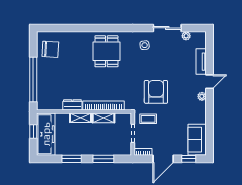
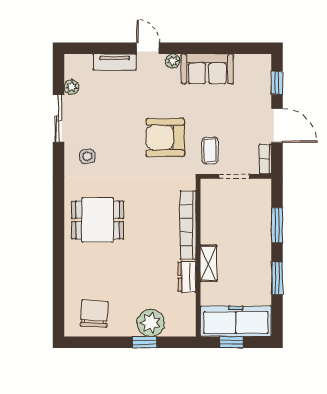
window: (33, 80) -> (145, 342), width x0.32
plant: (45, 83) -> (151, 323), added
shelving: (104, 118) -> (209, 225), removed
sofa: (197, 140) -> (207, 69), moved

